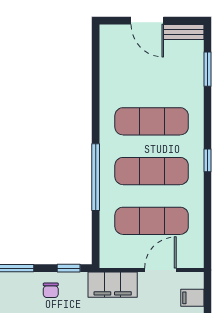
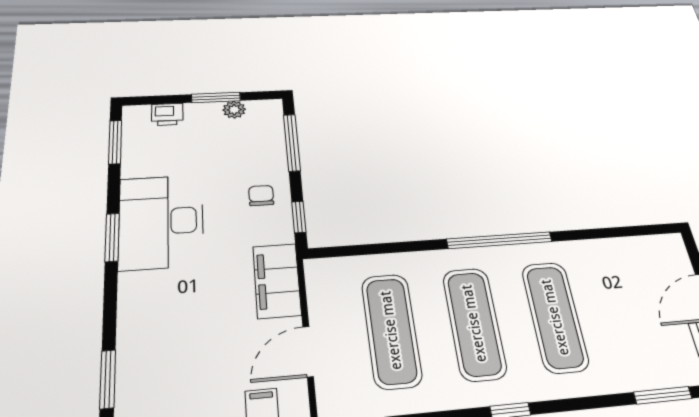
window: (96, 177) -> (500, 240), moved
door: (160, 270) -> (308, 352), swing flipped
chair: (51, 290) -> (261, 195), turned 90

